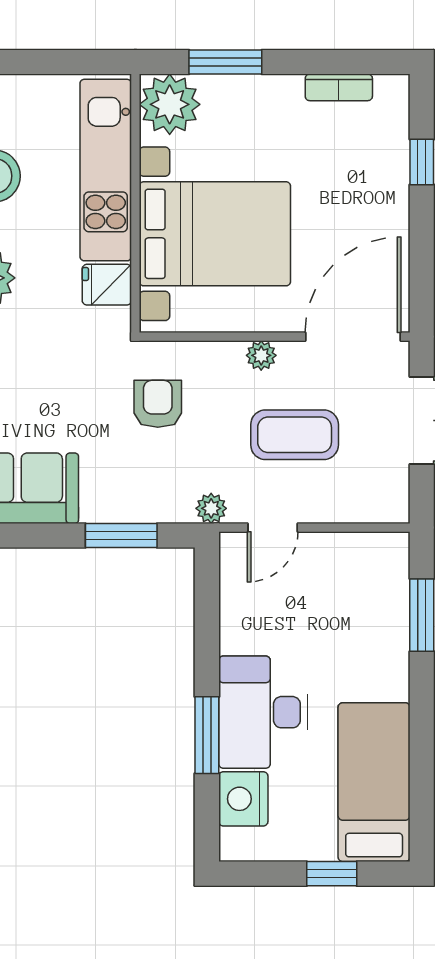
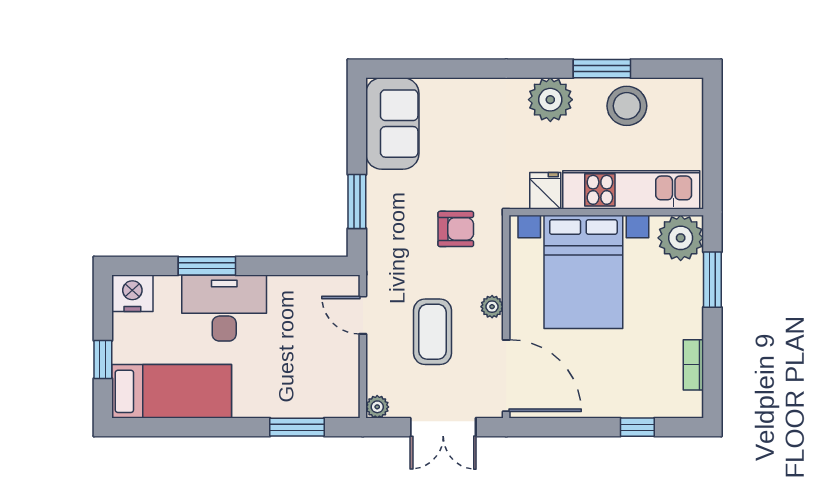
plant: (211, 508) -> (377, 407), moved
nightstand: (243, 799) -> (132, 293), moved

